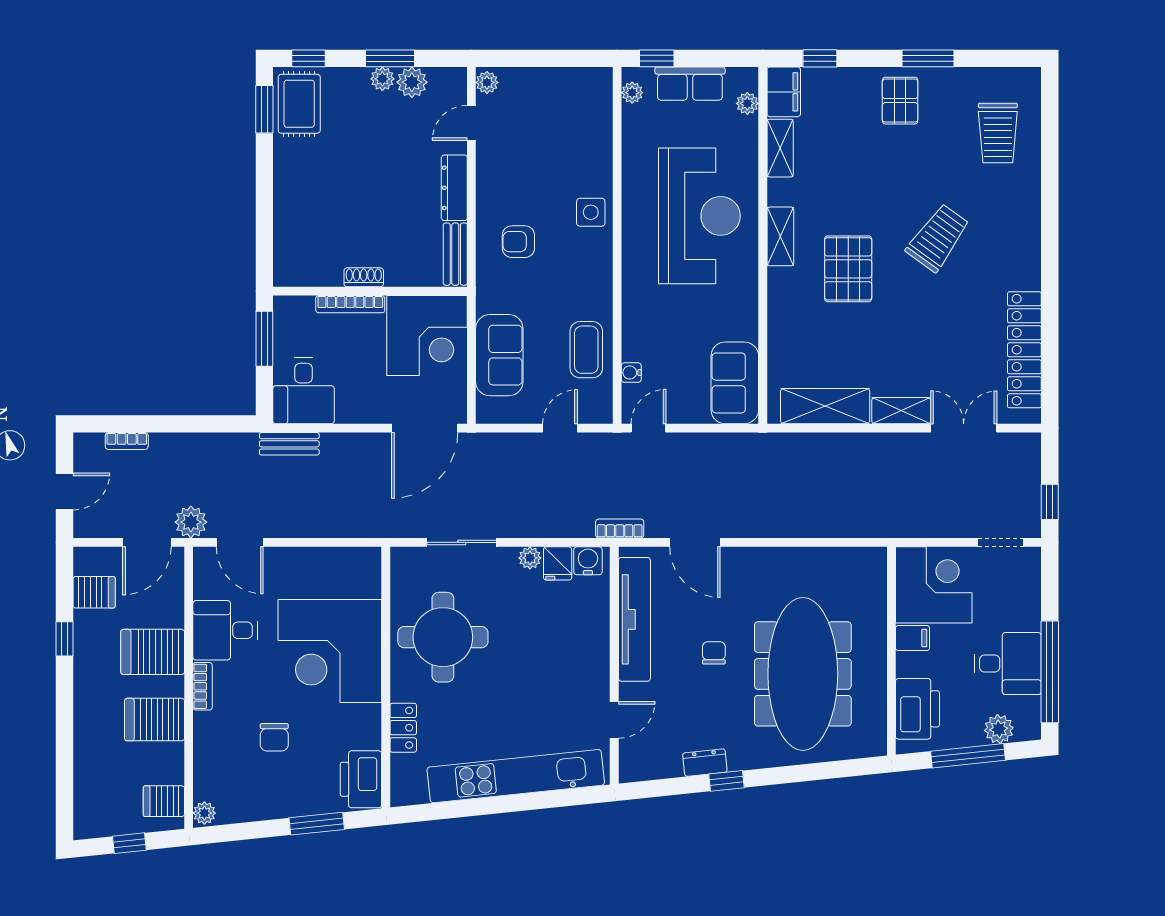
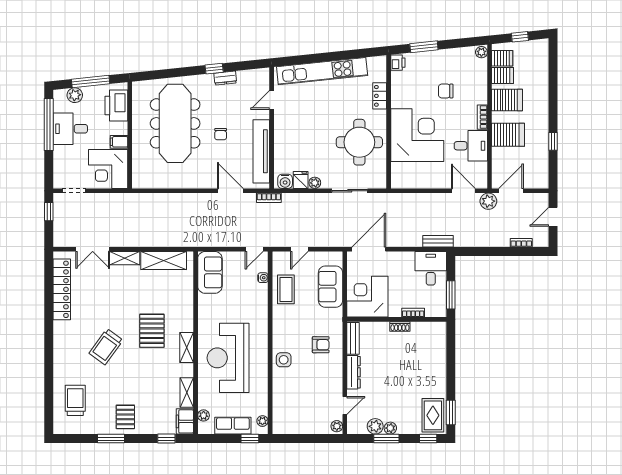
bookcase: (350, 304) -> (413, 313), width x0.64
server rack: (94, 592) -> (502, 76), moved, turned 180
chair: (274, 737) -> (446, 91), turned -90
printer: (361, 779) -> (398, 63), width x0.53, depth x0.68

